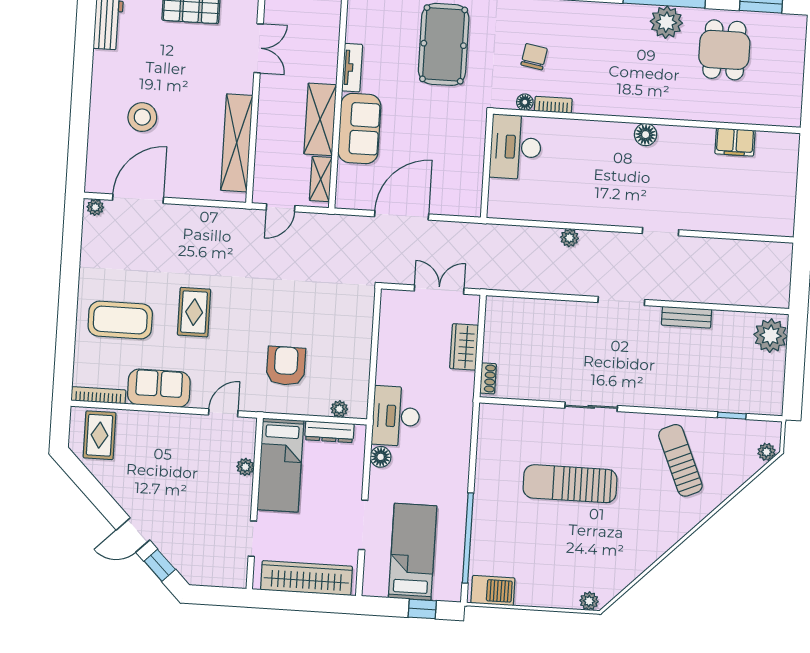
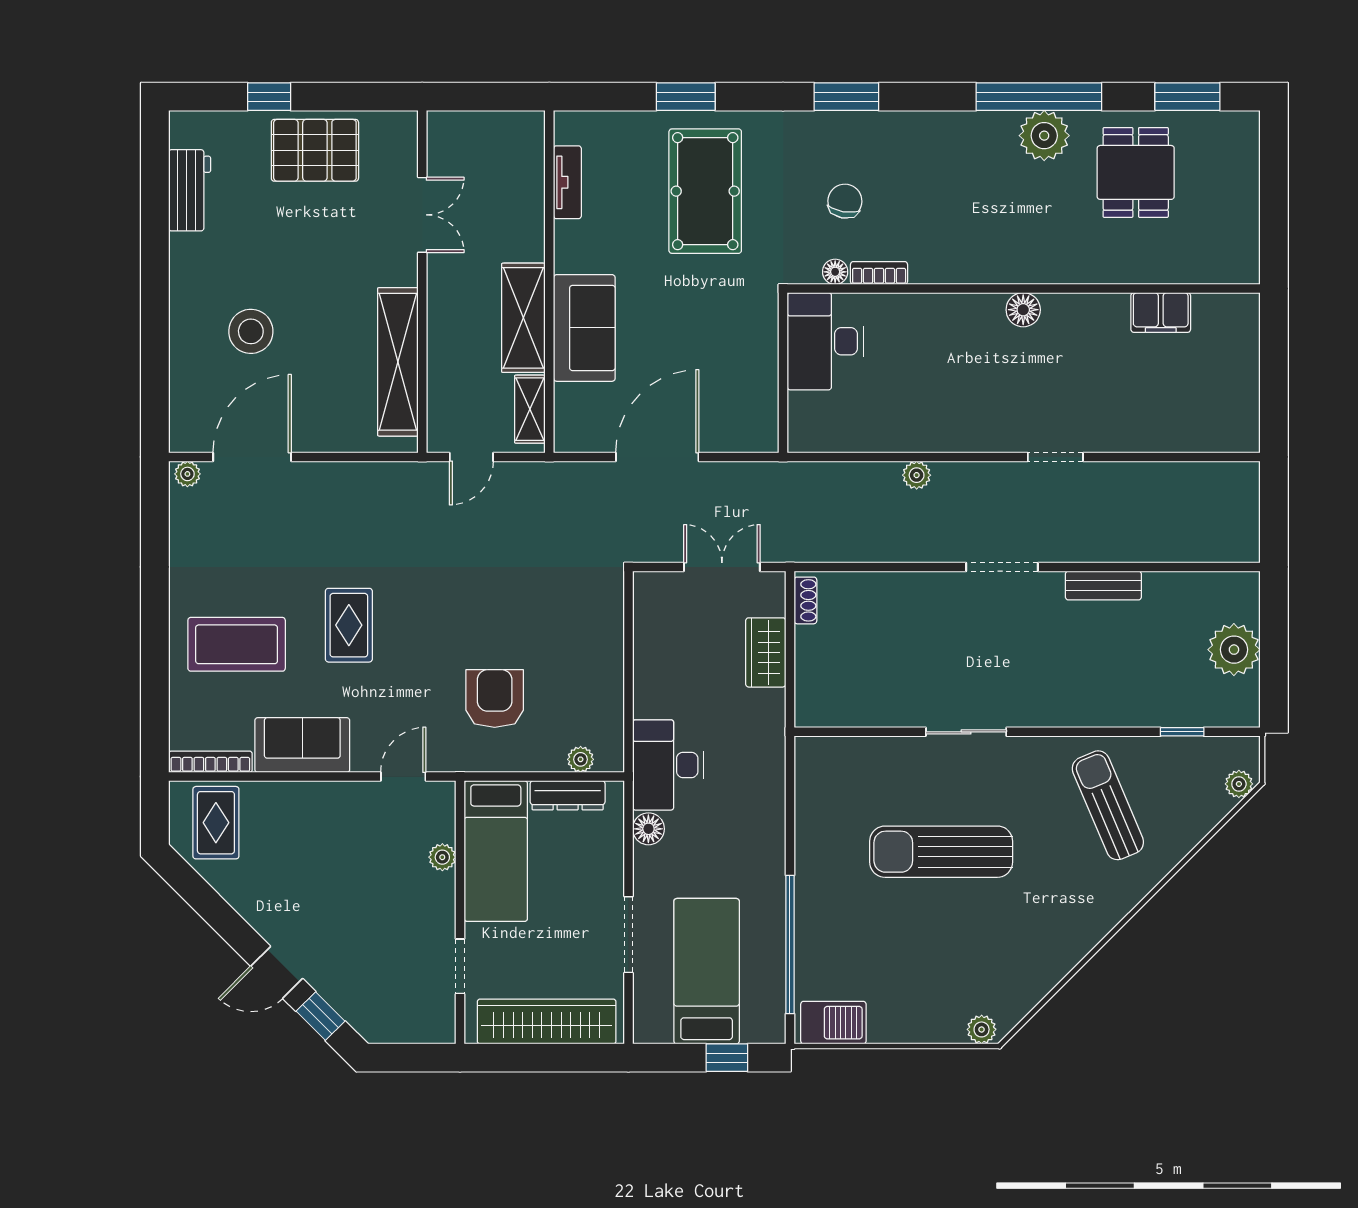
tv unit: (352, 68) -> (567, 182), moved
plant: (771, 336) -> (1234, 650), moved
shoe rack: (488, 378) -> (805, 600), moved

